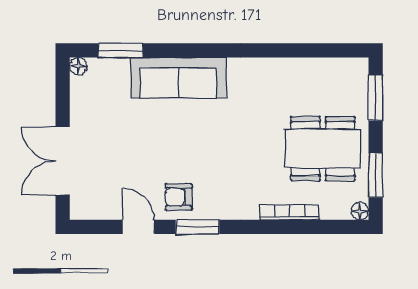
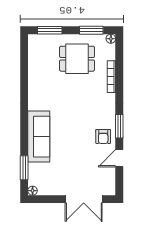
dining table: (323, 149) -> (77, 59), width x0.73

